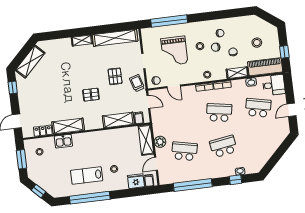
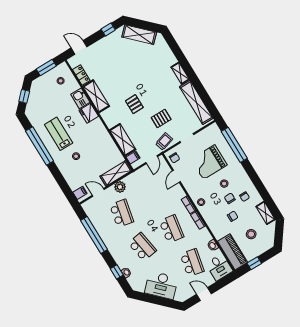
shelving: (237, 73) -> (265, 213), moved
desk: (266, 145) -> (161, 285), added
fridge: (136, 181) -> (89, 113), moved, turned 180

